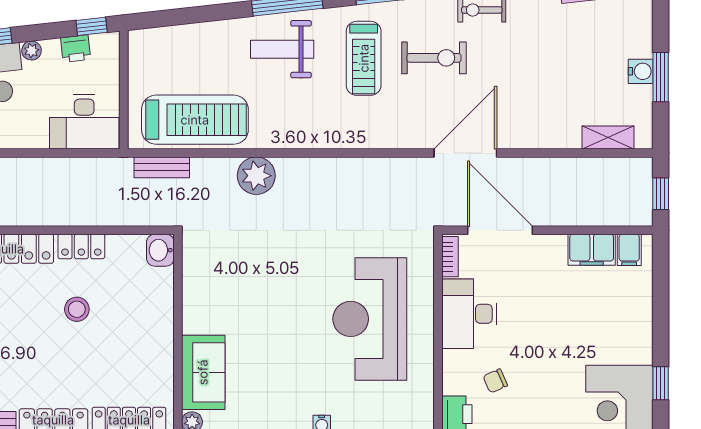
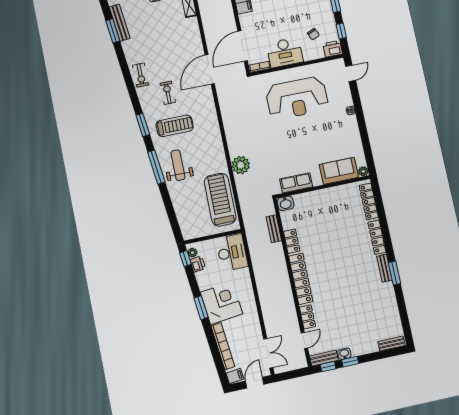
weight bench: (282, 49) -> (178, 165), turned 180
plant: (32, 51) -> (192, 253), moved
exercise bike: (434, 58) -> (168, 93), width x0.73, depth x0.72
door: (465, 153) -> (210, 69), hinge flipped
bench: (162, 167) -> (274, 229), moved
row of seats: (197, 280) -> (296, 183), added
stool: (77, 309) -> (322, 237), removed

